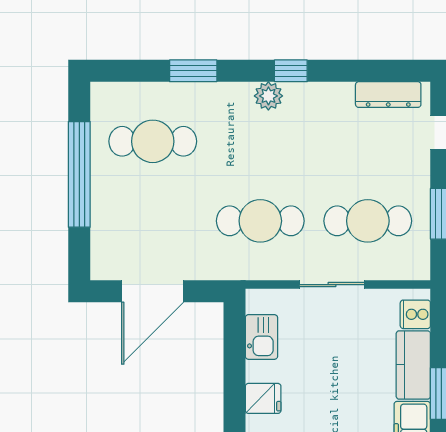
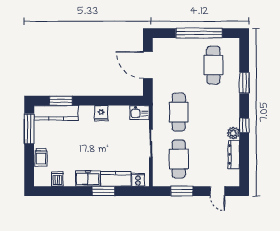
dresser: (388, 95) -> (234, 154), moved
plant: (268, 96) -> (233, 133), moved
kitchen sink: (261, 337) -> (139, 113), moved

